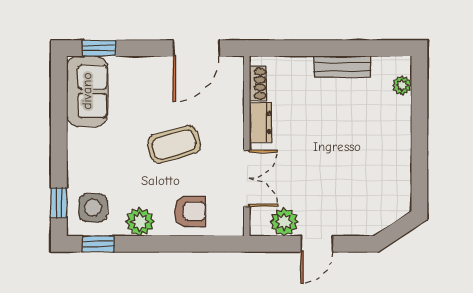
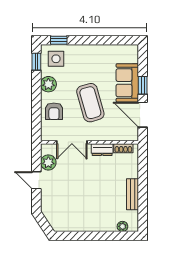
window: (99, 48) -> (143, 85), moved
sofa: (87, 91) -> (127, 83), moved, turned 90
coffee table: (174, 144) -> (90, 103), width x1.36, depth x1.32

